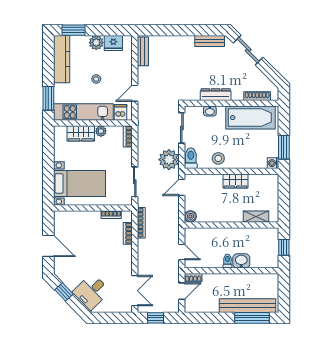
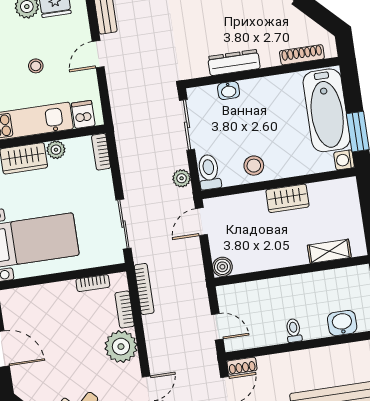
door: (135, 93) -> (98, 54), moved
bathtub: (250, 118) -> (327, 110), moved, turned 90
plant: (169, 160) -> (182, 178), width x0.53, depth x0.53
plant: (122, 255) -> (121, 347), added
washbasin: (241, 261) -> (342, 323), moved

